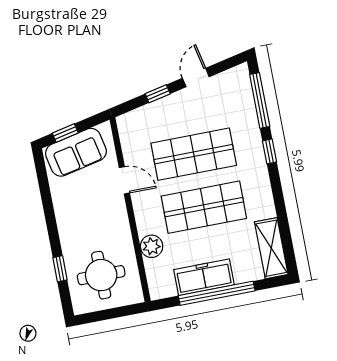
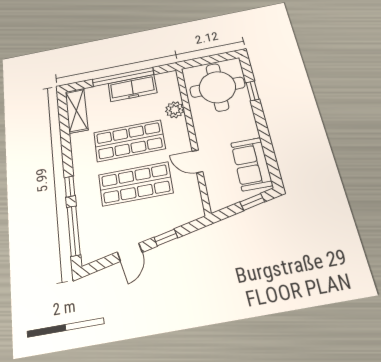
sofa: (76, 152) -> (251, 164), moved, turned -78
round table: (101, 275) -> (217, 87), width x1.36, depth x1.36

